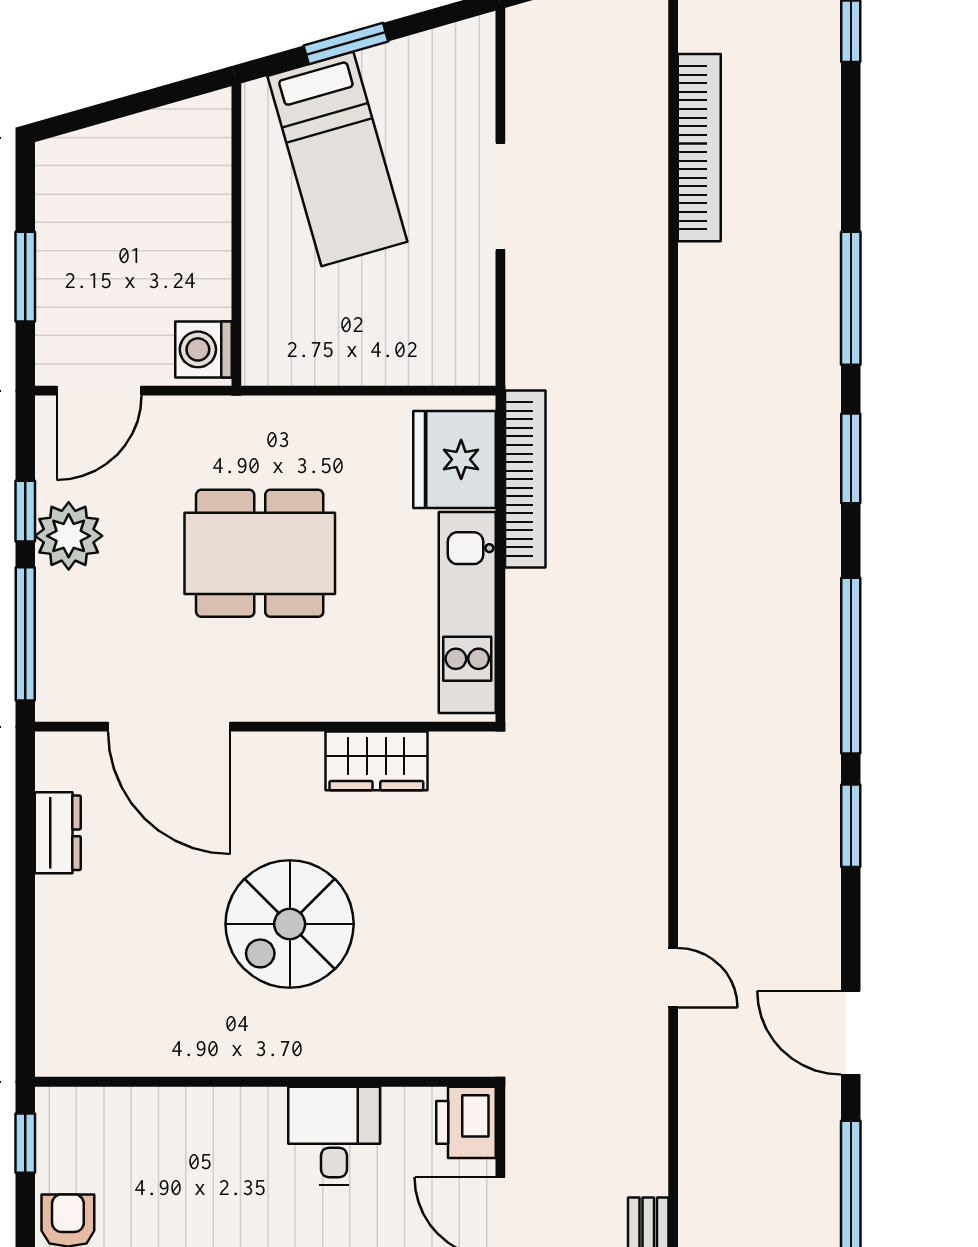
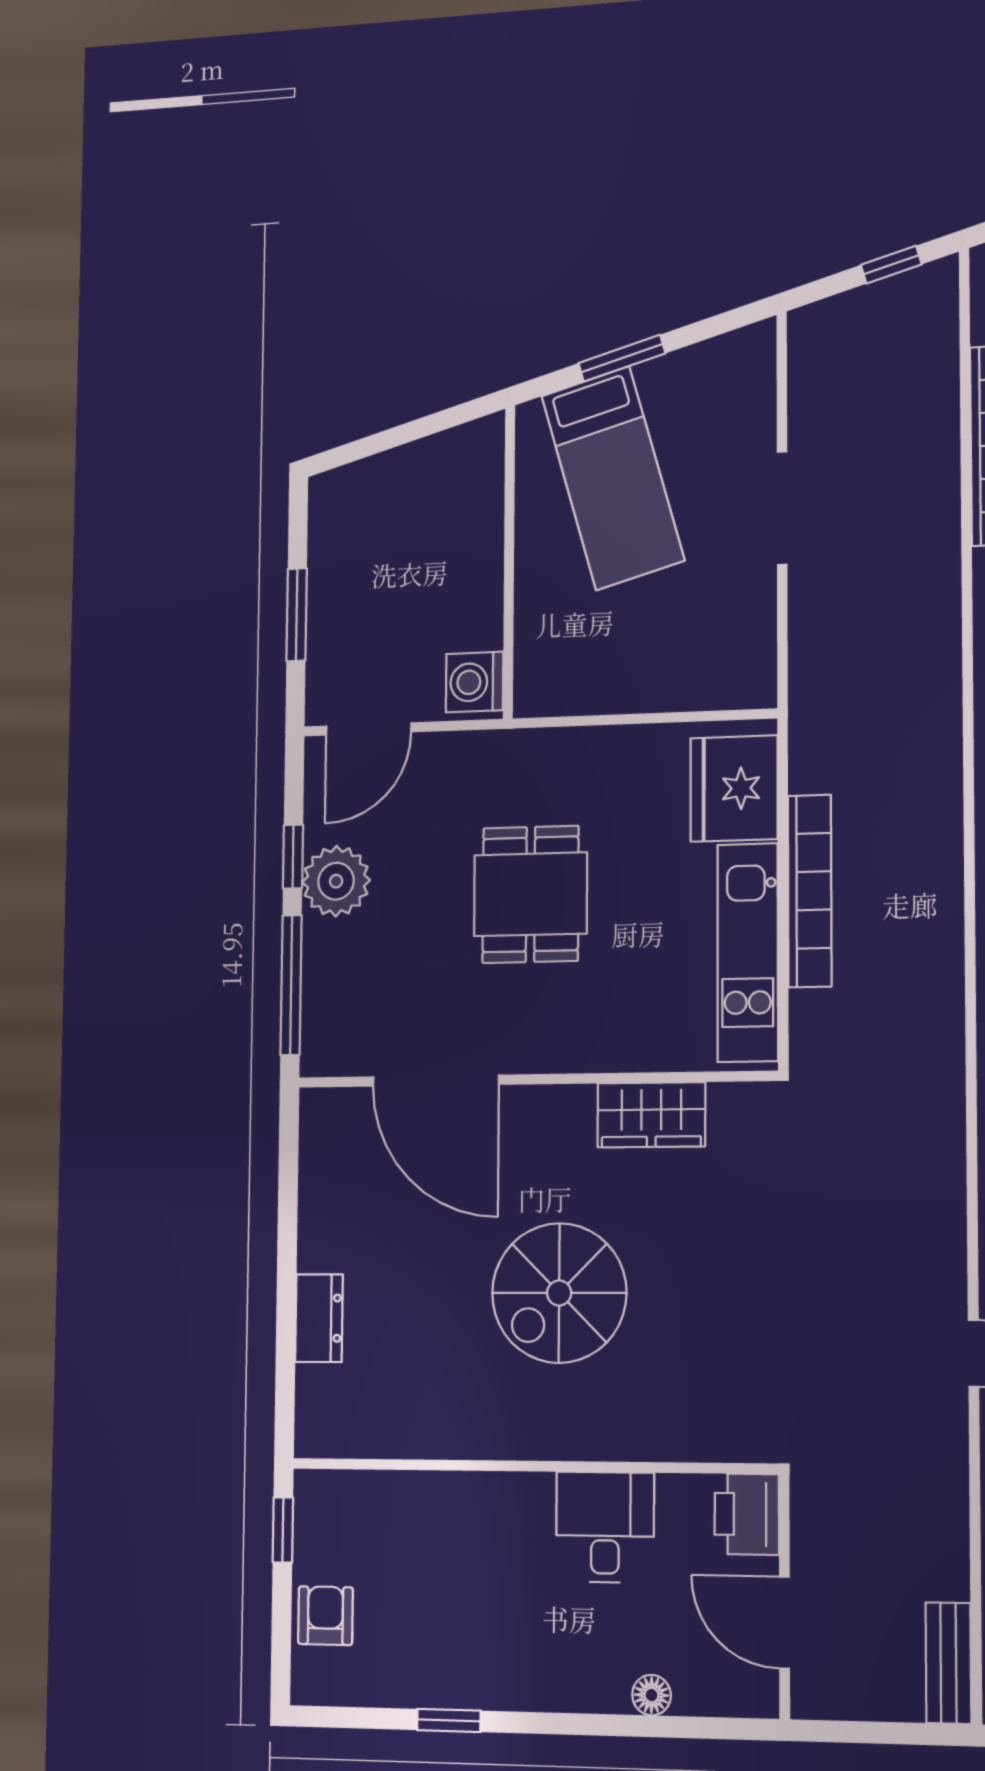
bookcase: (525, 479) -> (810, 891), moved
dining table: (260, 553) -> (530, 894), width x0.73
dresser: (58, 833) -> (319, 1318), moved

